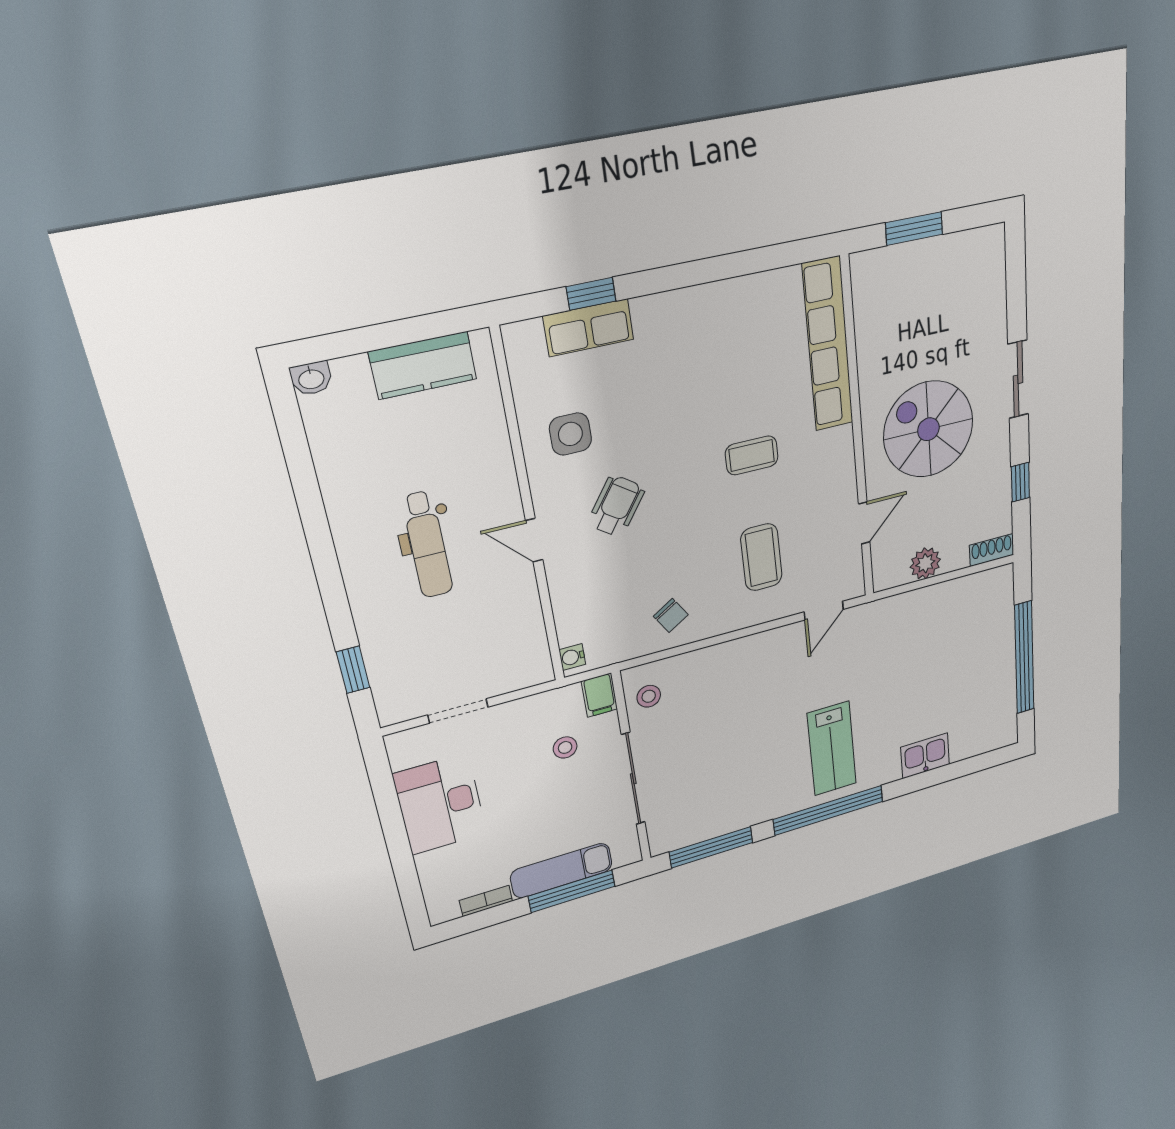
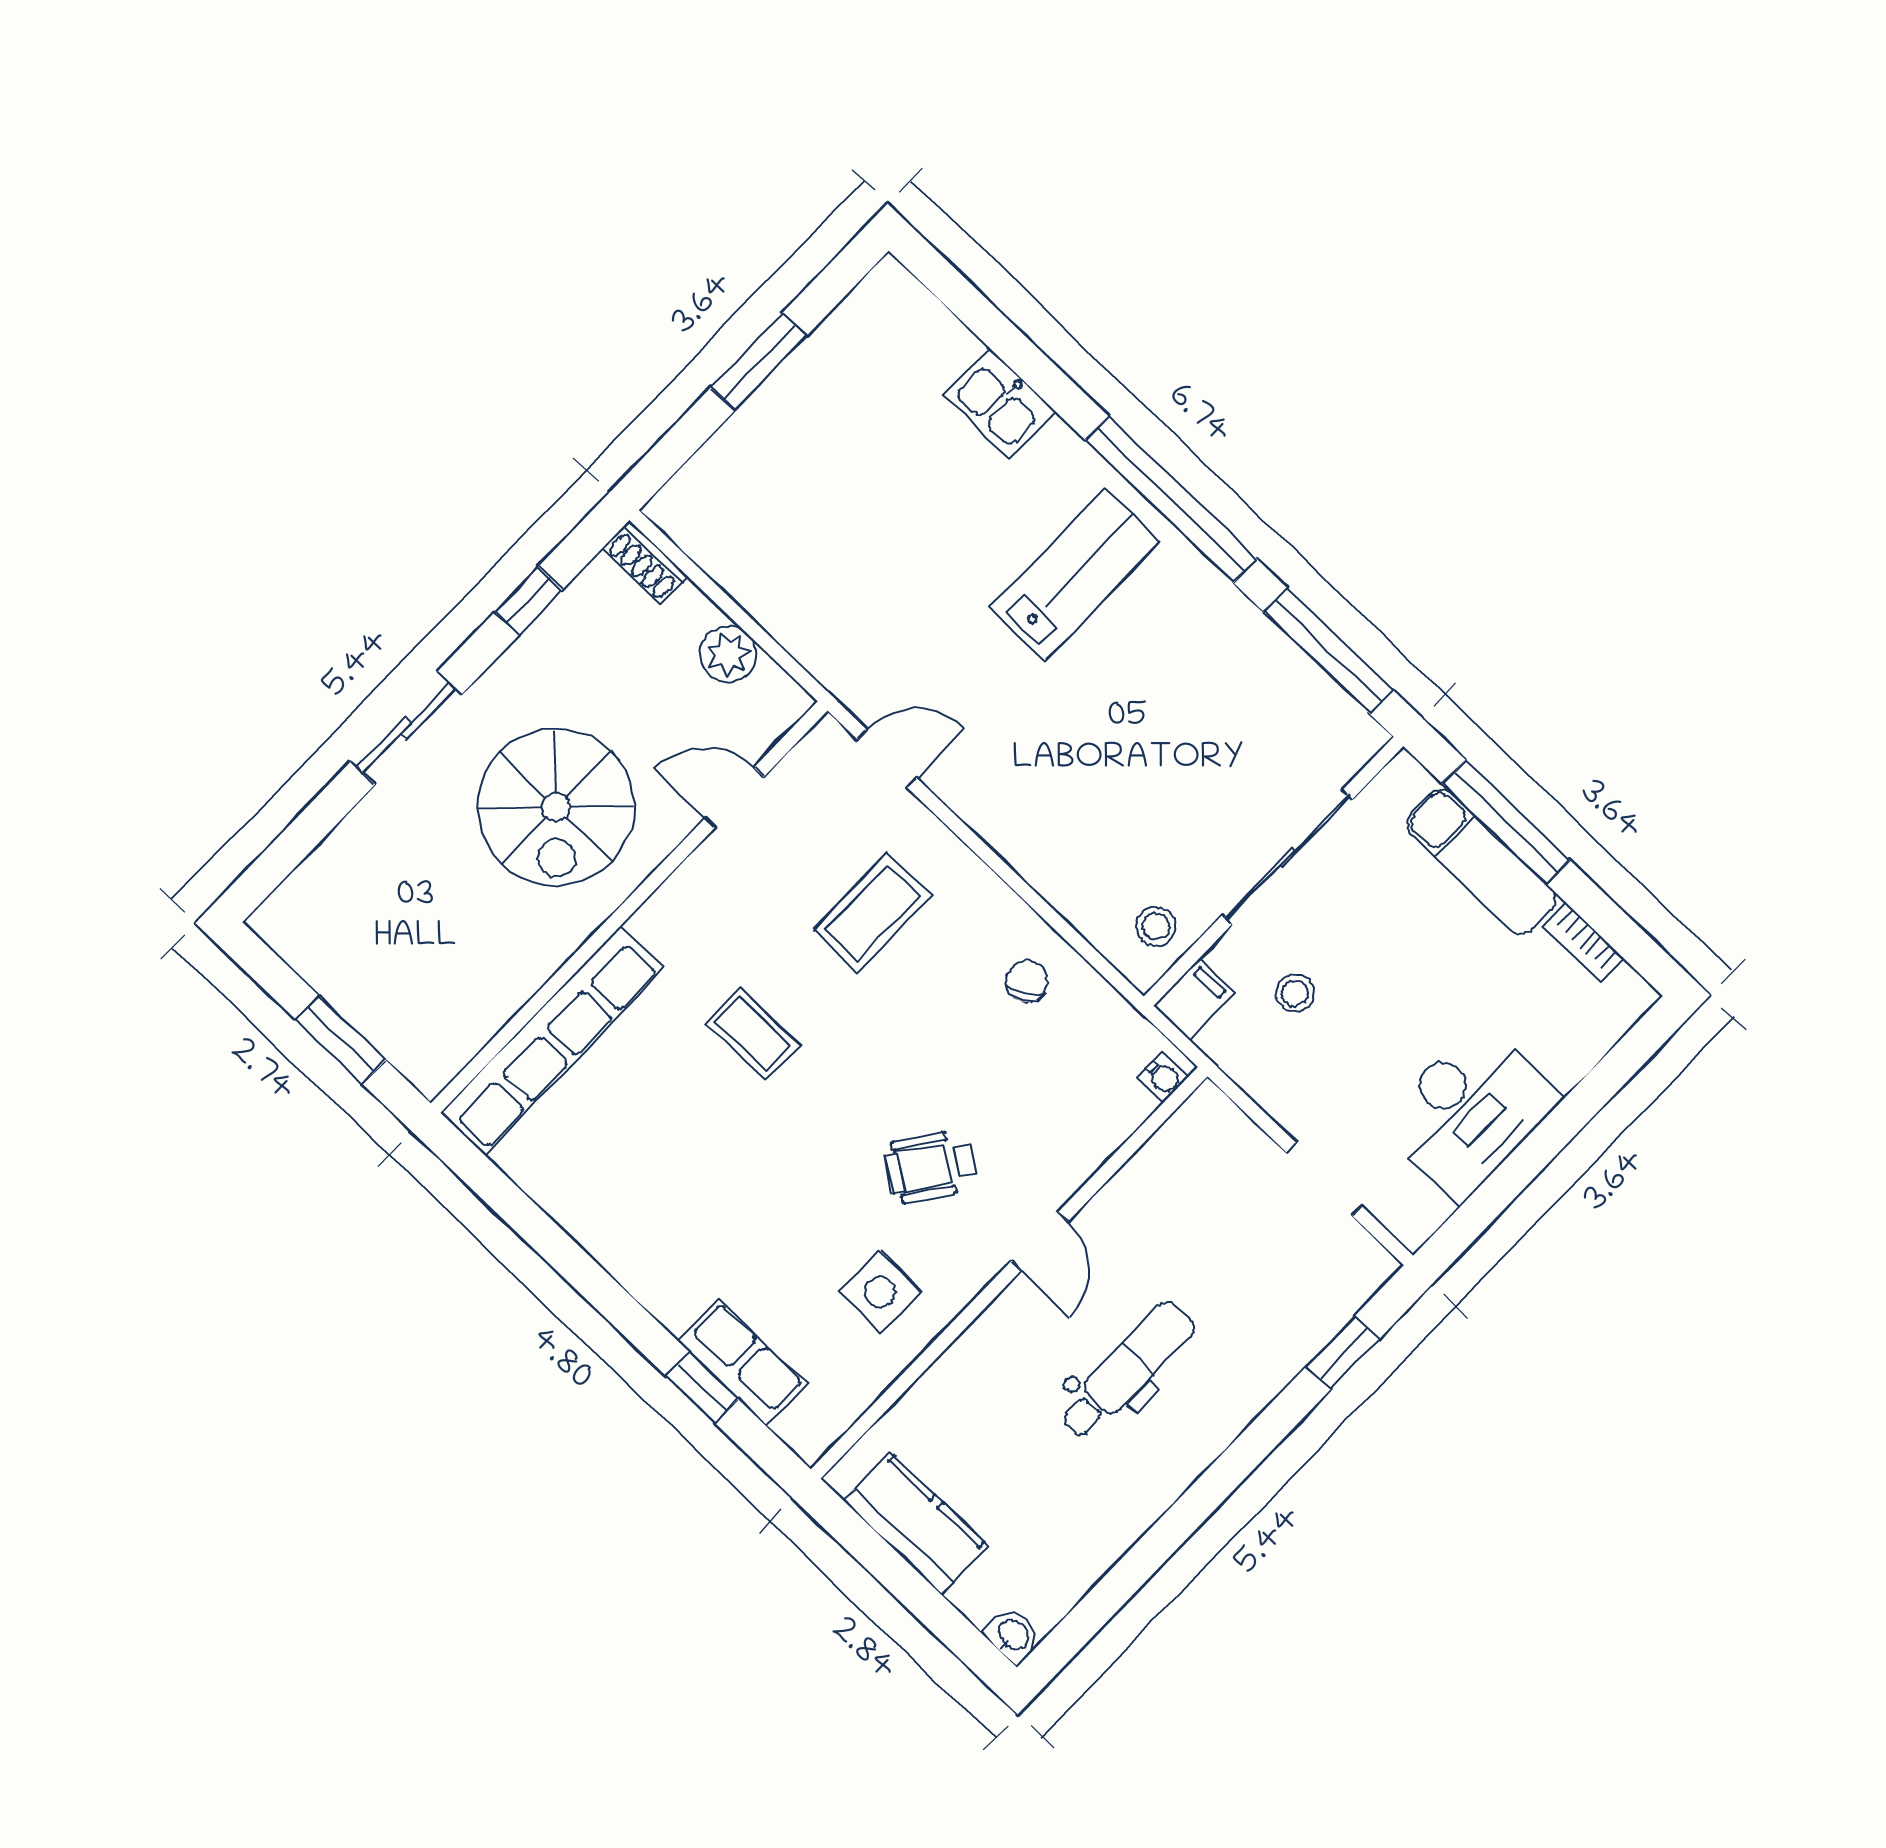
window: (1024, 658) -> (759, 362), width x0.47

